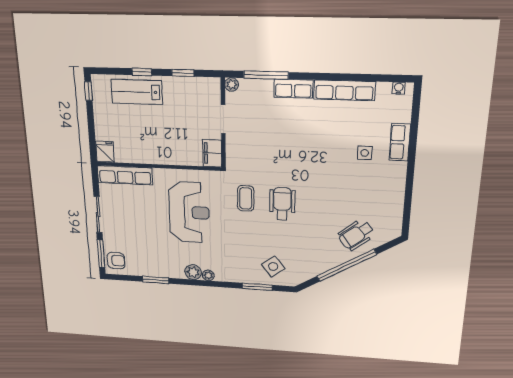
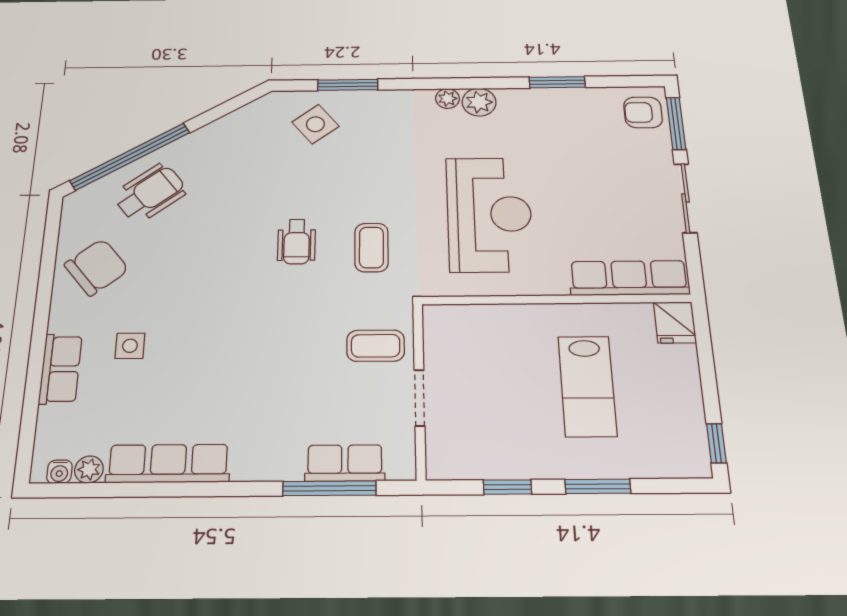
window: (142, 72) -> (598, 486), width x1.50
plant: (232, 85) -> (89, 469), moved
row of seats: (293, 89) -> (345, 463), moved
lab bench: (137, 92) -> (587, 386), moved, turned 90
coffee table: (244, 147) -> (376, 346), added
filing cabinet: (212, 153) -> (442, 330), removed
chair: (383, 196) -> (97, 267), added
wheelchair: (282, 204) -> (297, 242), width x0.73, depth x0.73
reception desk: (189, 212) -> (489, 214), turned 180
window: (346, 265) -> (130, 156), moved

